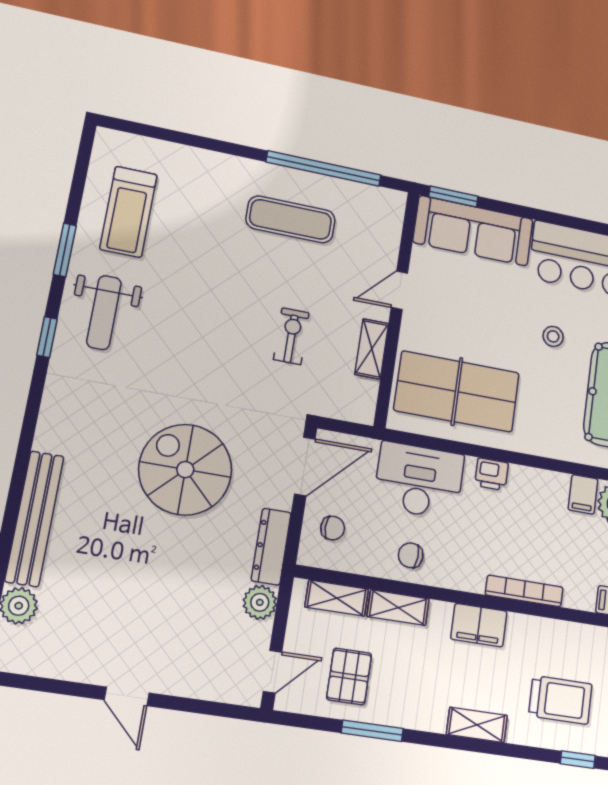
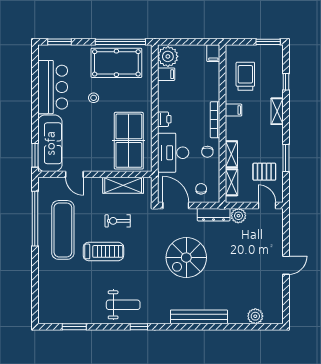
treadmill: (128, 212) -> (103, 251), moved
exercise mat: (291, 219) -> (63, 230), width x1.36, depth x1.45
window: (65, 250) -> (74, 327), moved
door: (399, 290) -> (74, 174), moved
shelving: (372, 349) -> (123, 185), width x1.50, depth x1.33
bench: (34, 518) -> (199, 317), moved
bookcase: (524, 591) -> (215, 120), moved
filing cabinet: (479, 625) -> (233, 110), width x0.50
trolley: (560, 700) -> (245, 76), moved
window: (578, 760) -> (286, 82), moved

